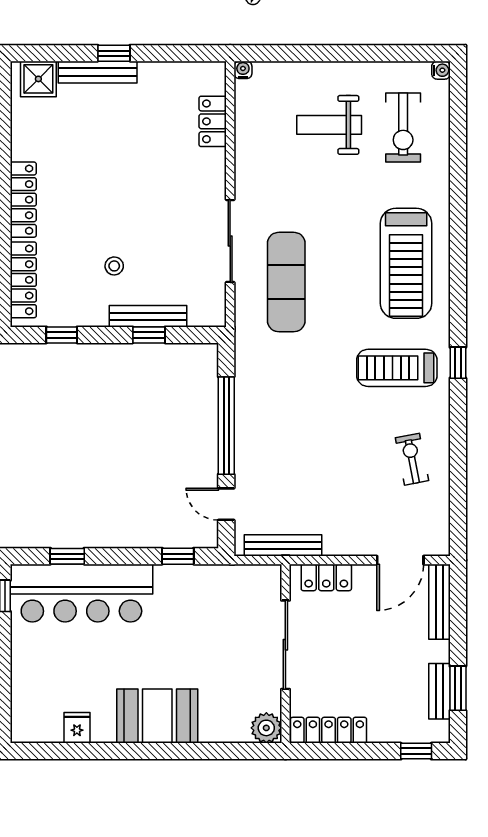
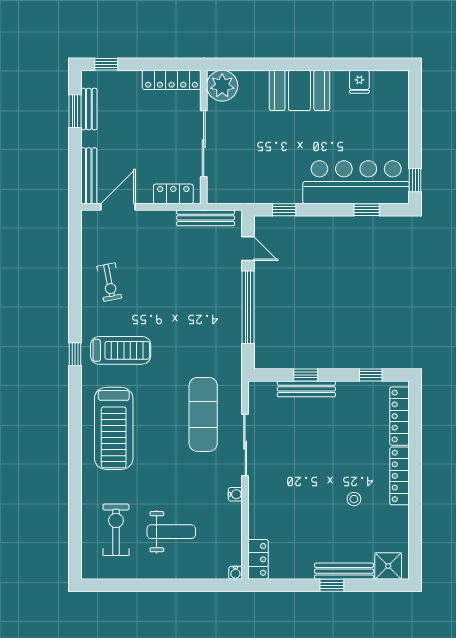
water cooler: (441, 70) -> (235, 494), moved, turned 180
locker: (213, 121) -> (258, 559), moved
treadmill: (406, 263) -> (114, 428), turned 180
stool: (114, 266) -> (354, 499), moved
plant: (266, 728) -> (222, 86), width x1.36, depth x1.36

